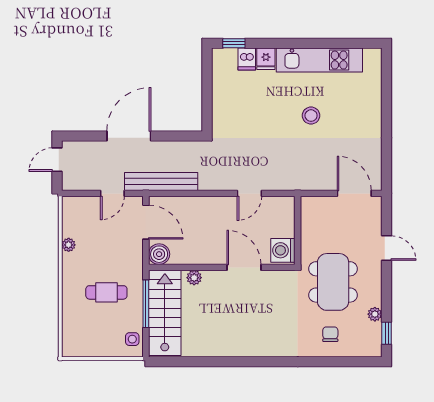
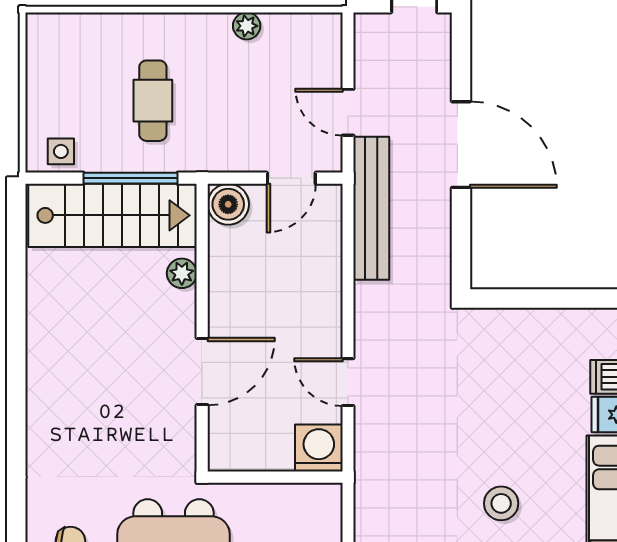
door: (146, 222) -> (291, 178), width x0.73
washing machine: (283, 250) -> (319, 448), moved

